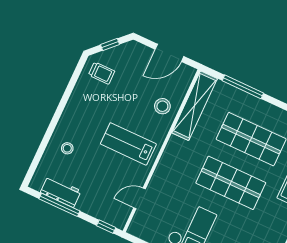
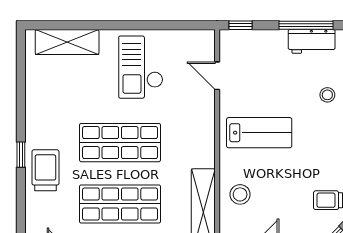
door: (140, 198) -> (217, 76), swing flipped

